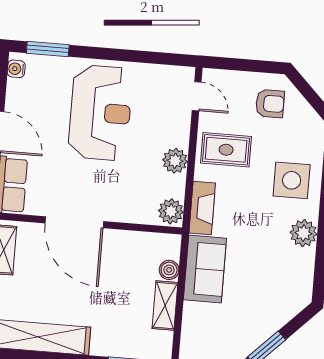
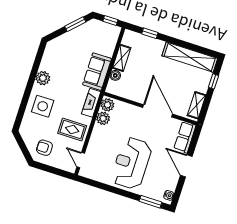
plant: (175, 161) -> (103, 118), moved

